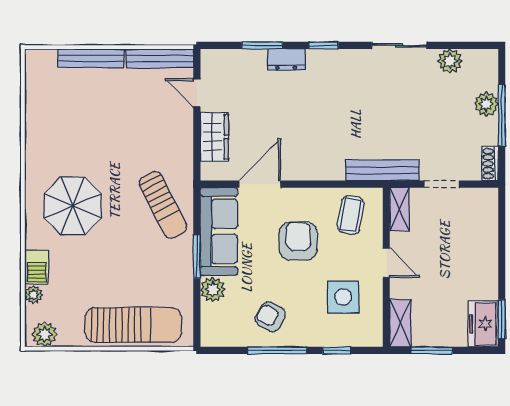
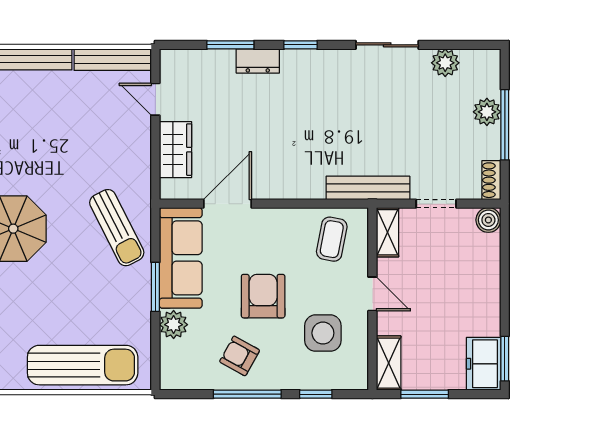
boiler: (487, 198) -> (488, 220), added
armchair: (298, 241) -> (263, 296), moved

